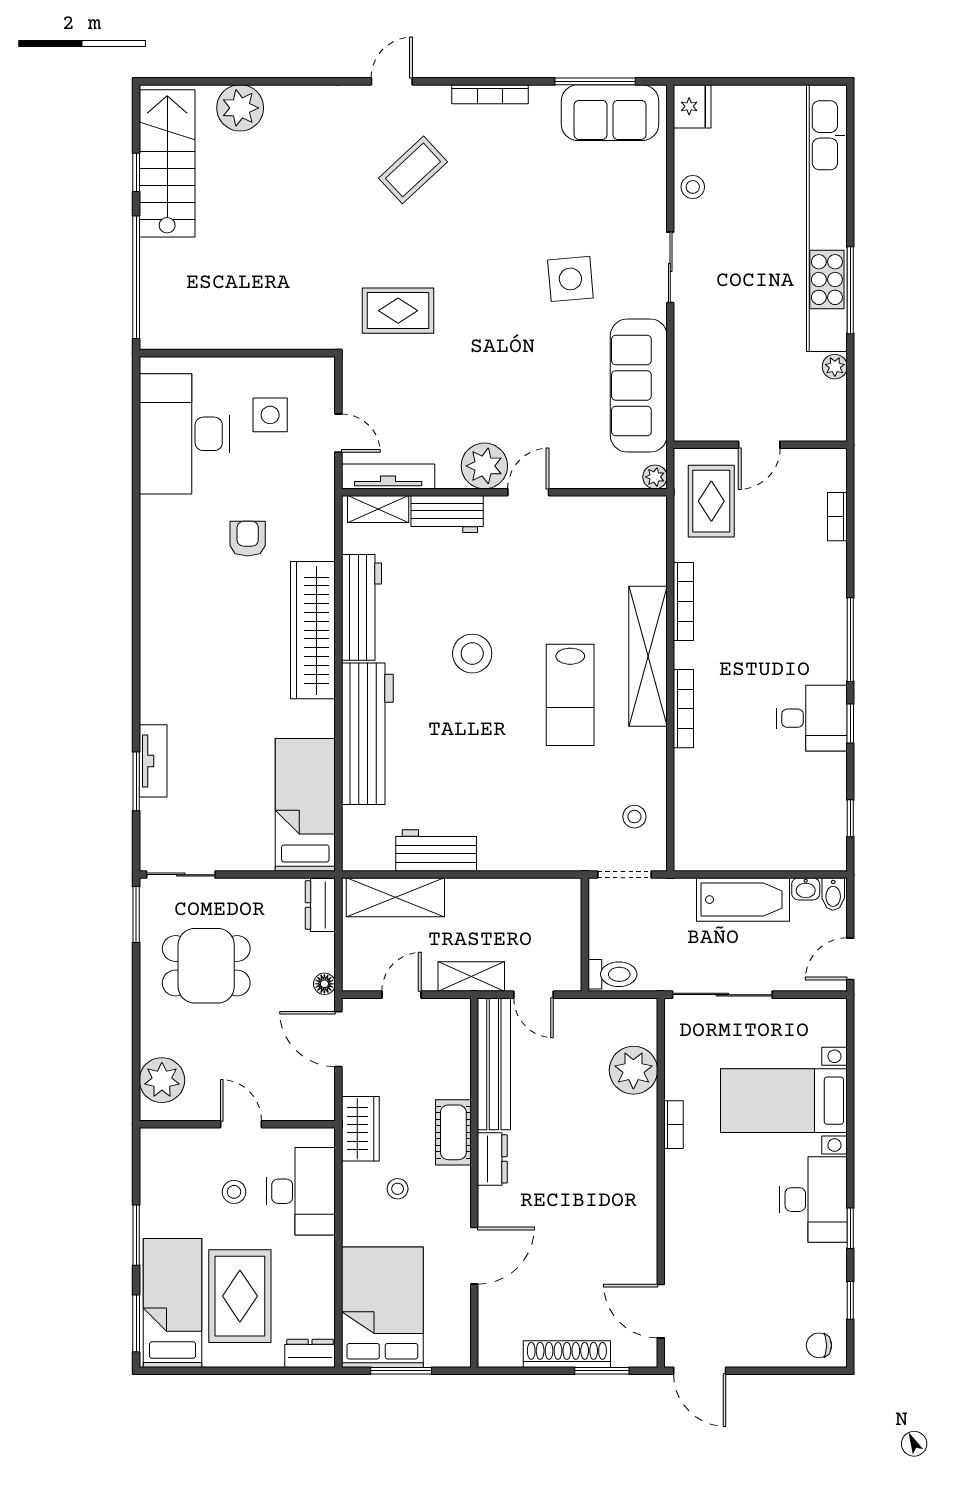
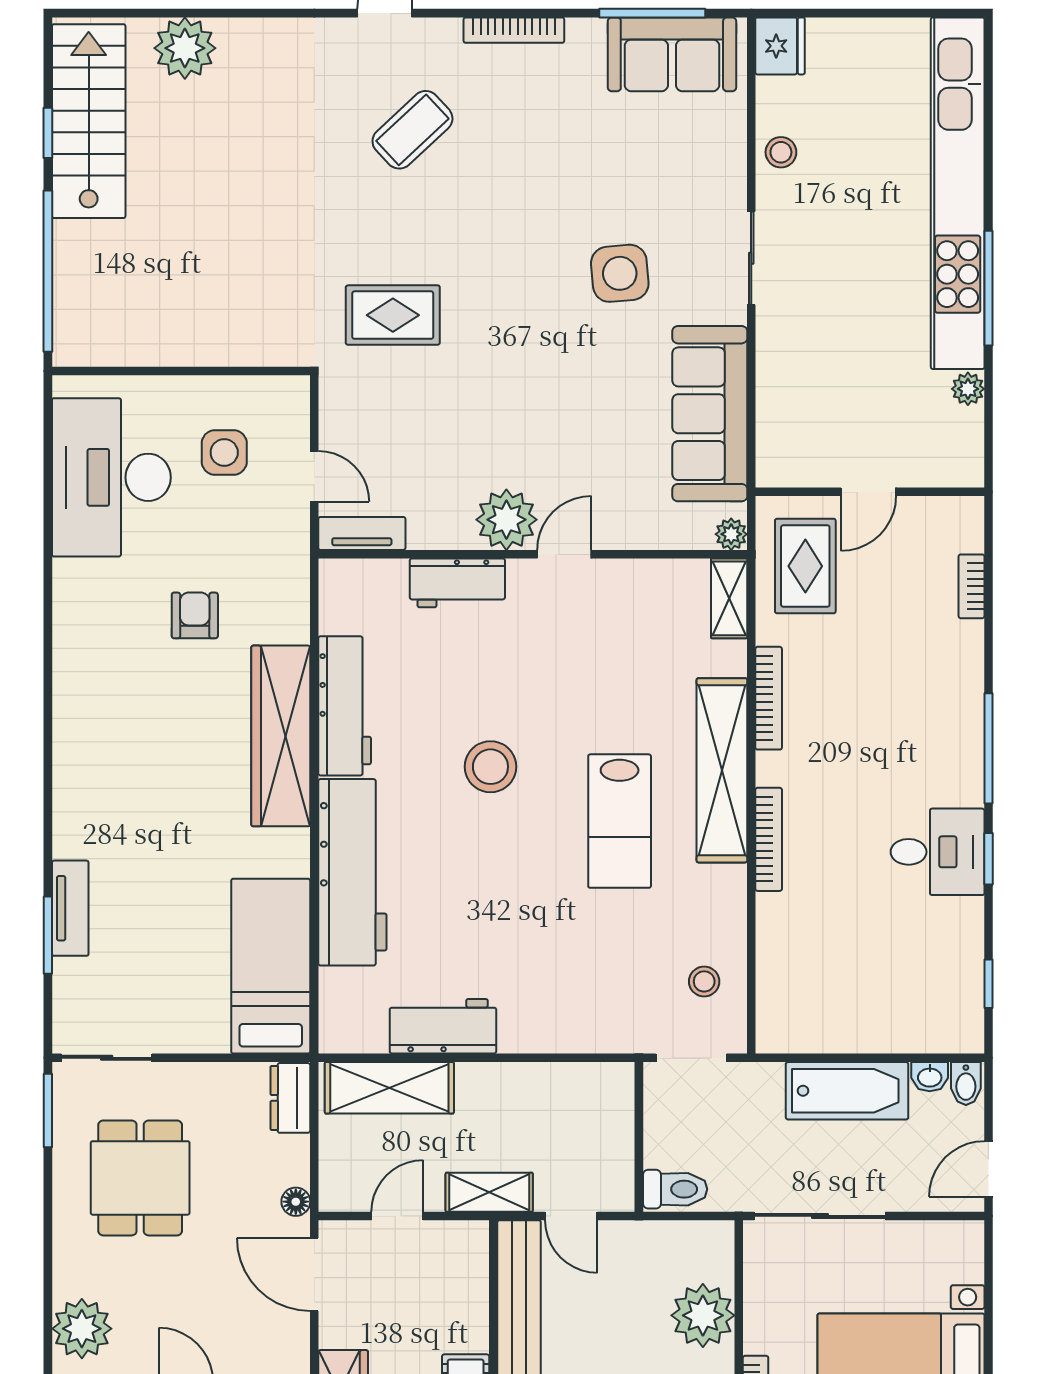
tv unit: (388, 476) -> (362, 533), width x0.71
shelving: (378, 509) -> (729, 598), moved, turned 90
dining table: (206, 966) -> (140, 1178), turned 90

